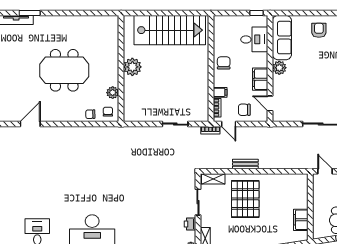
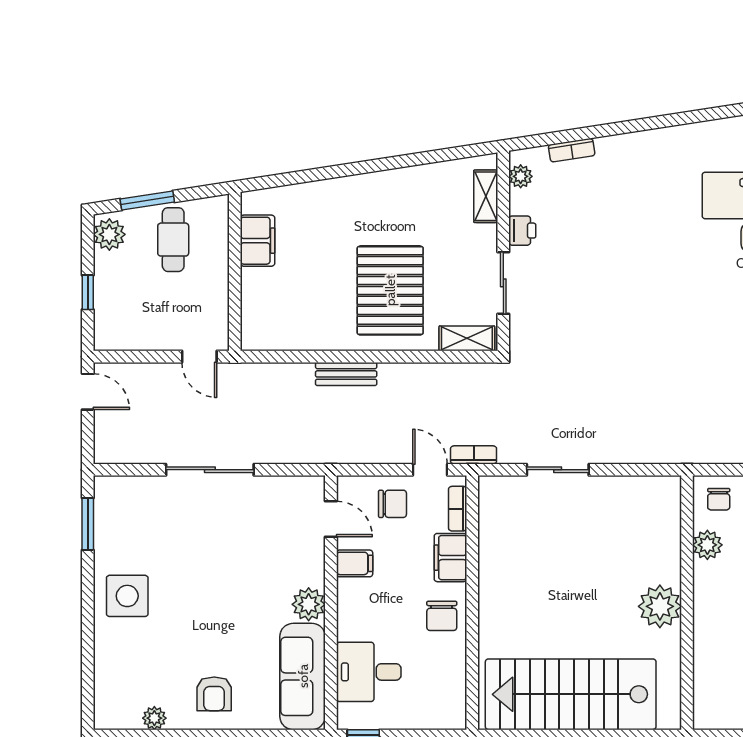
filing cabinet: (260, 79) -> (355, 563), width x0.50
filing cabinet: (220, 92) -> (450, 558), width x2.00
bench: (245, 164) -> (346, 374), moved

